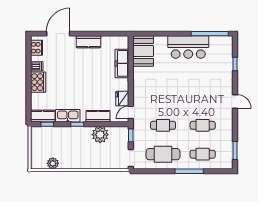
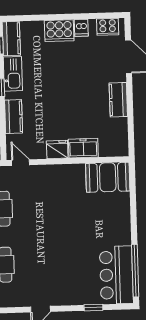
bar counter: (188, 47) -> (116, 275), moved
freezer: (122, 63) -> (83, 148), width x0.71
fridge: (122, 99) -> (57, 149), moved

